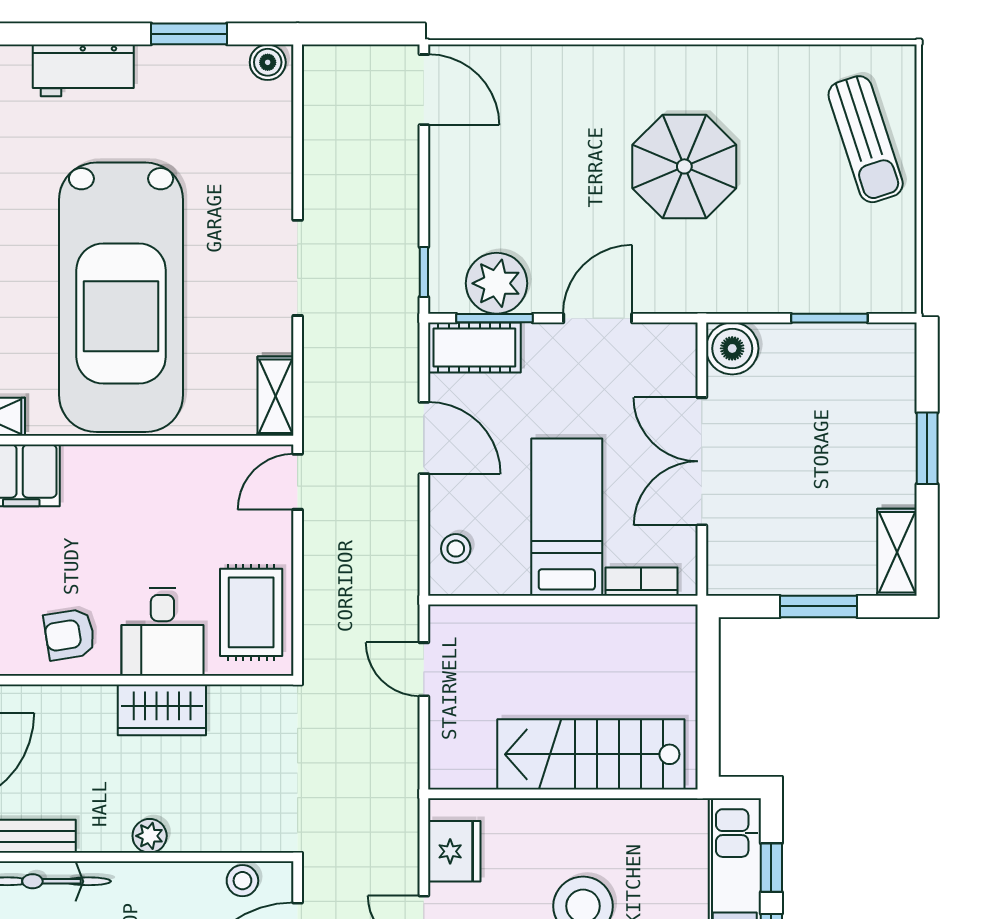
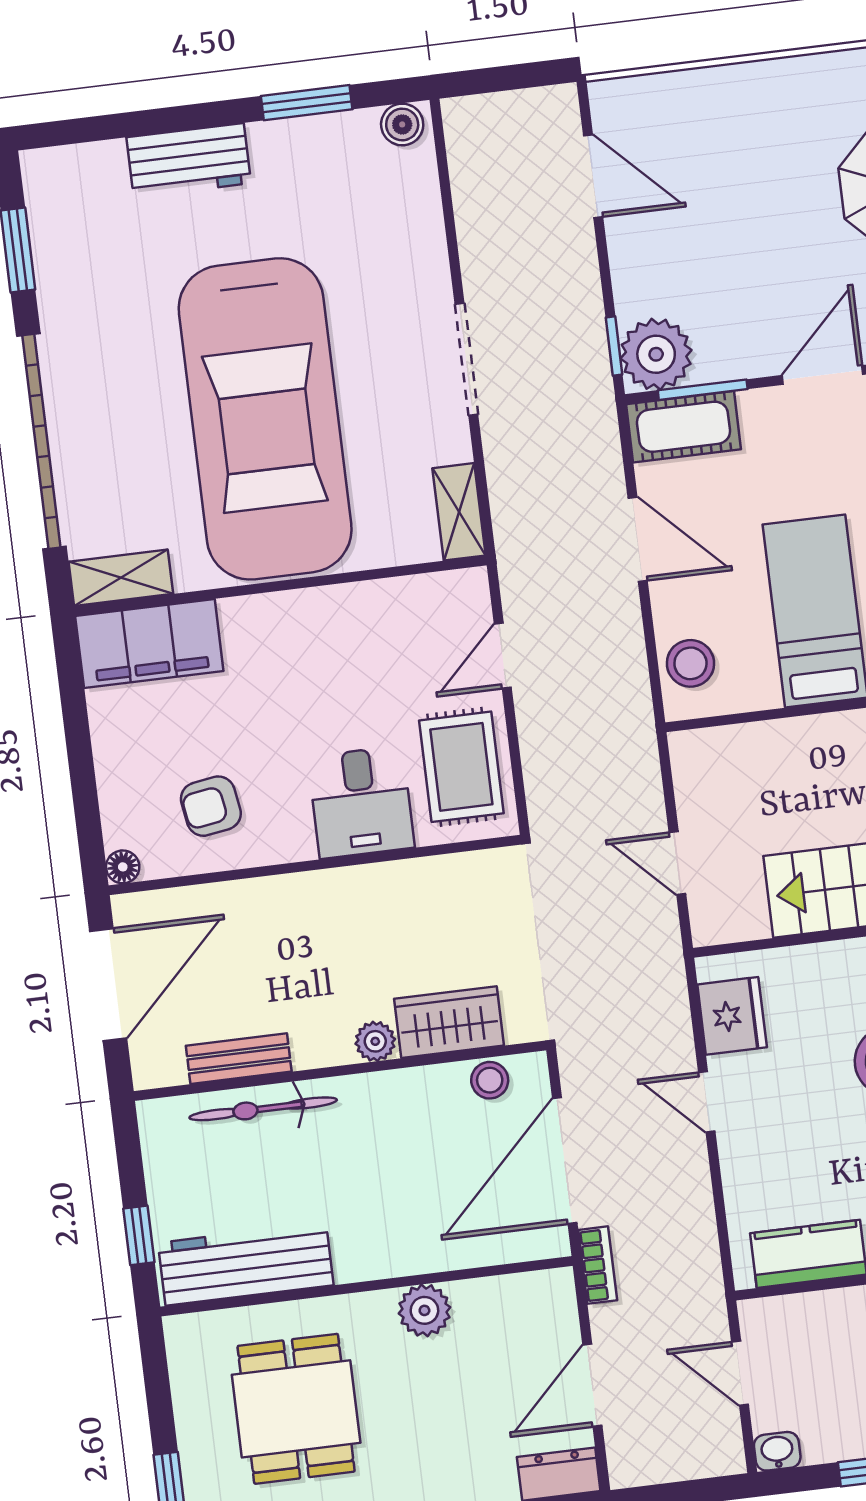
door: (424, 90) -> (593, 176), moved
plant: (497, 283) -> (656, 354), moved
door: (298, 482) -> (503, 656), moved
stool: (456, 549) -> (690, 663), width x1.37, depth x1.37
armchair: (69, 634) -> (211, 806), moved
door: (424, 669) -> (677, 863), moved
wardrobe: (162, 710) -> (449, 1022), moved, turned 180

